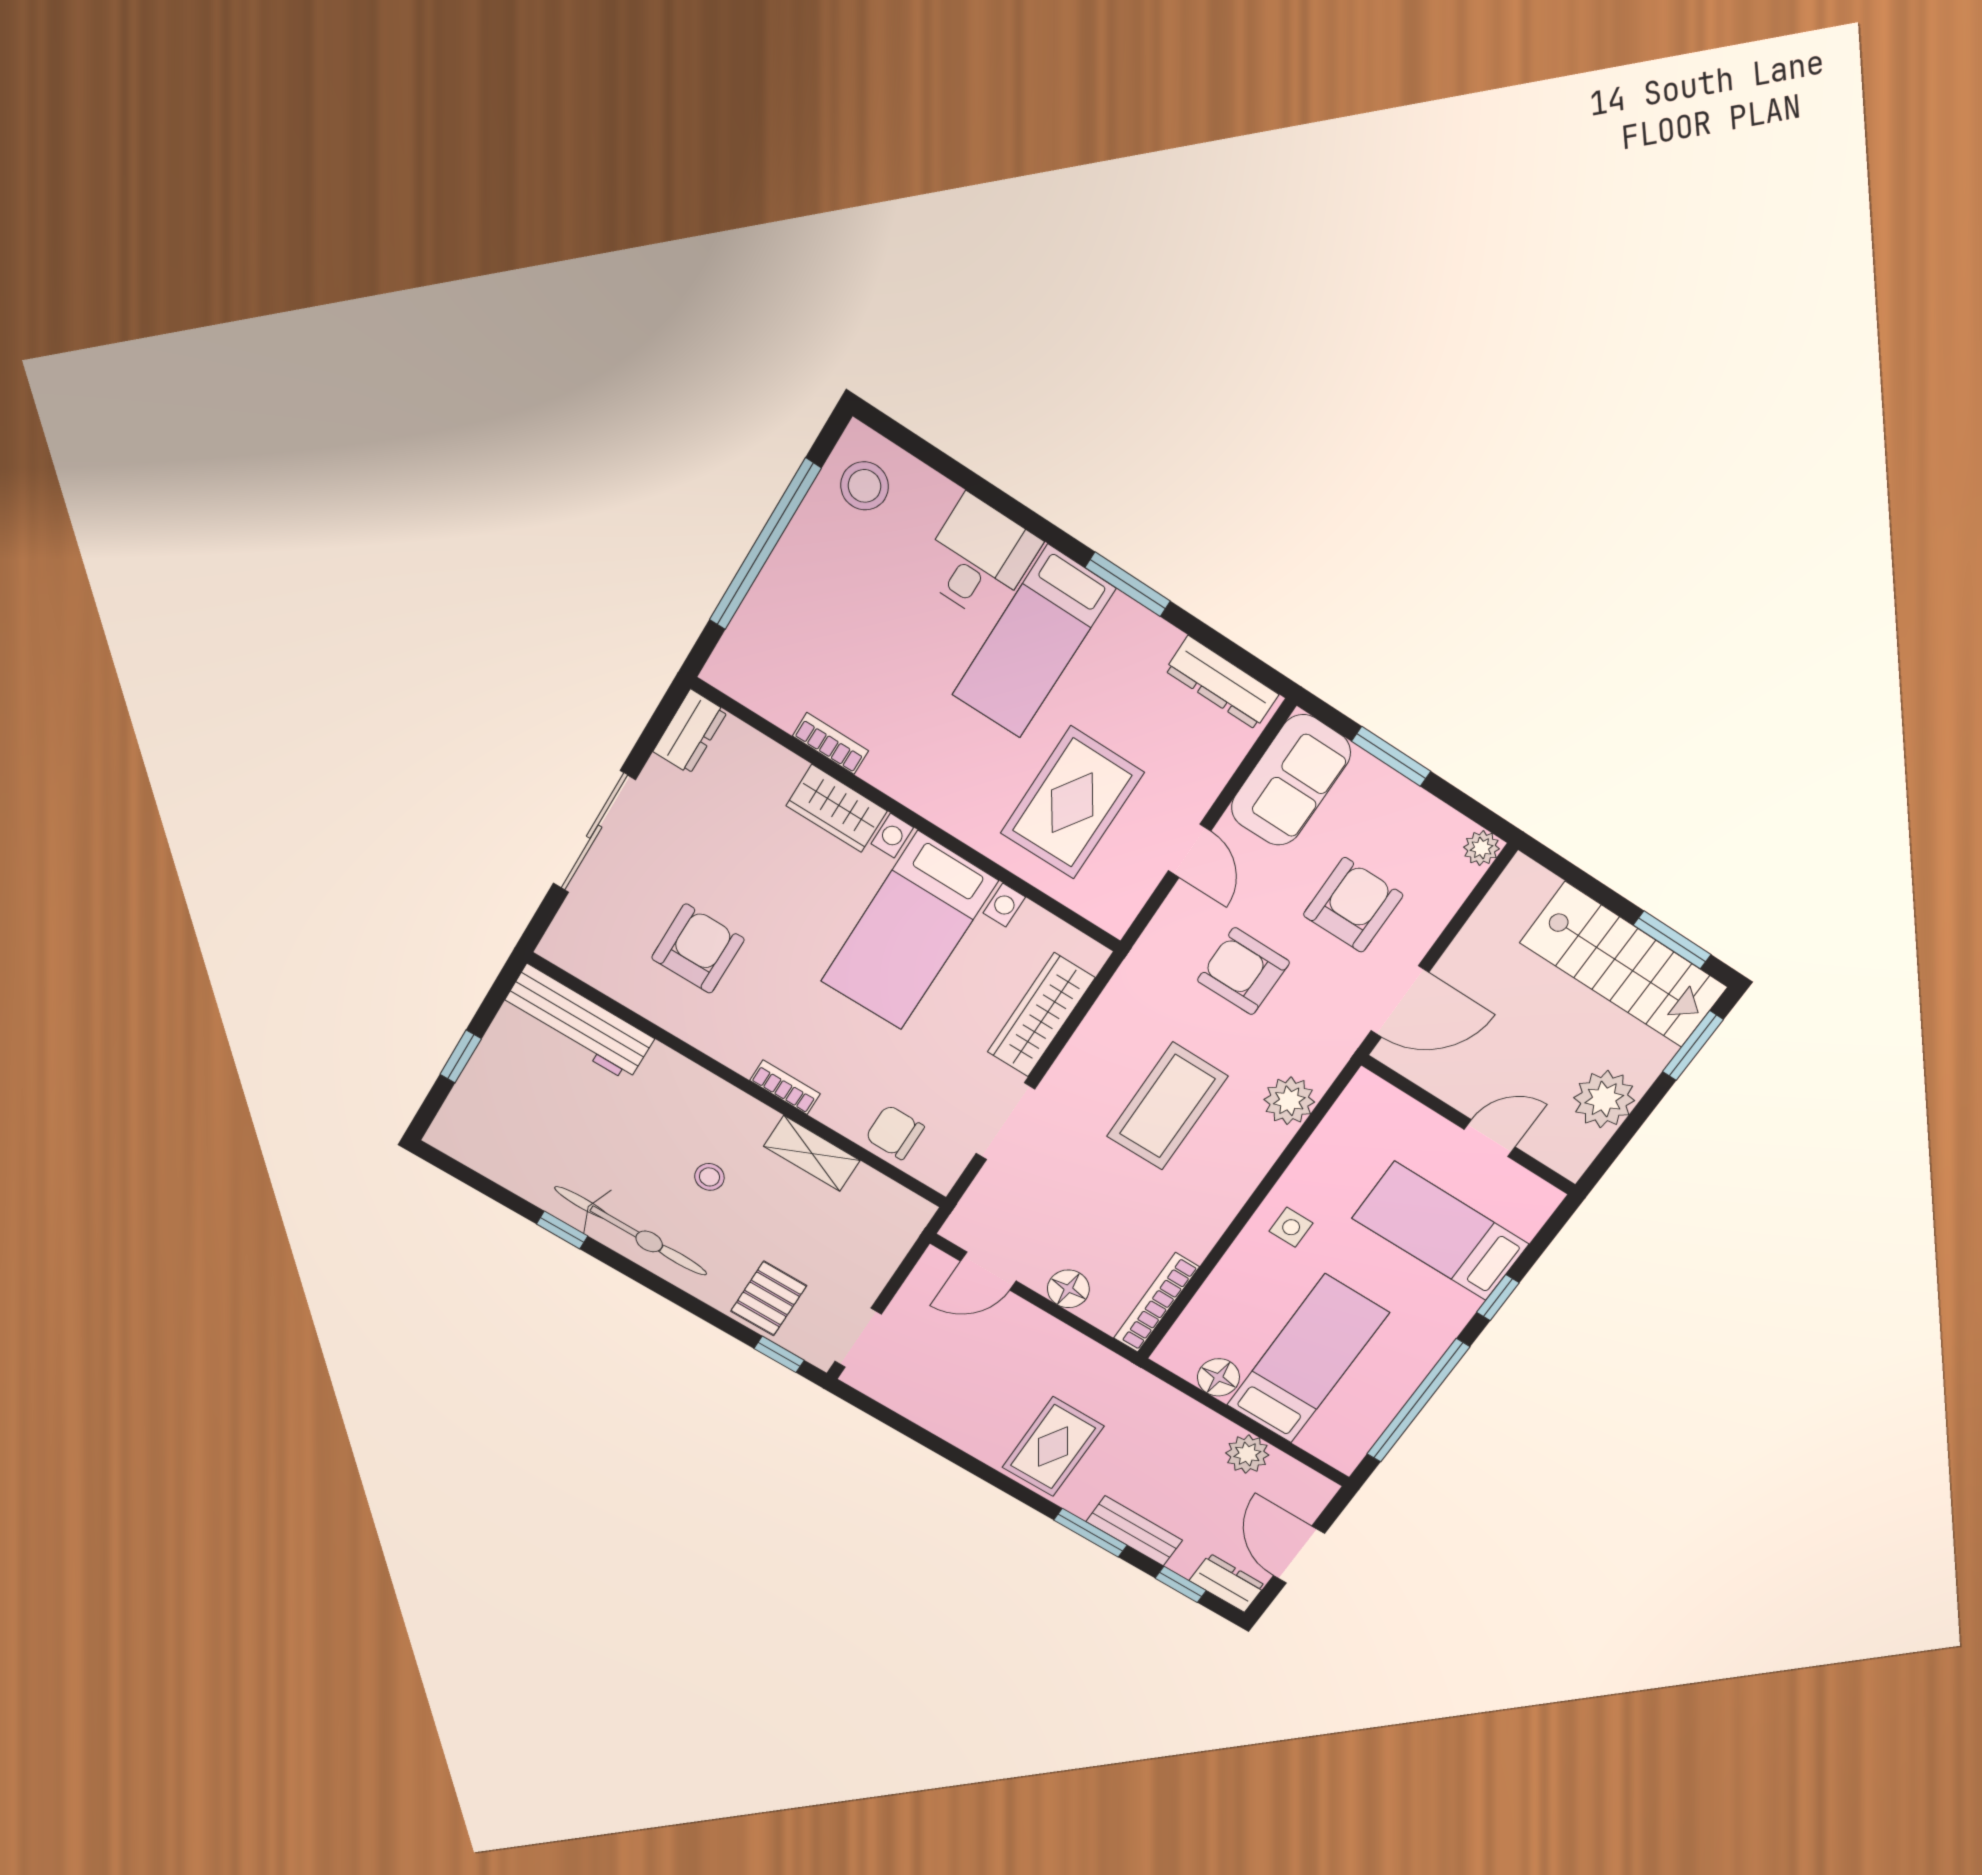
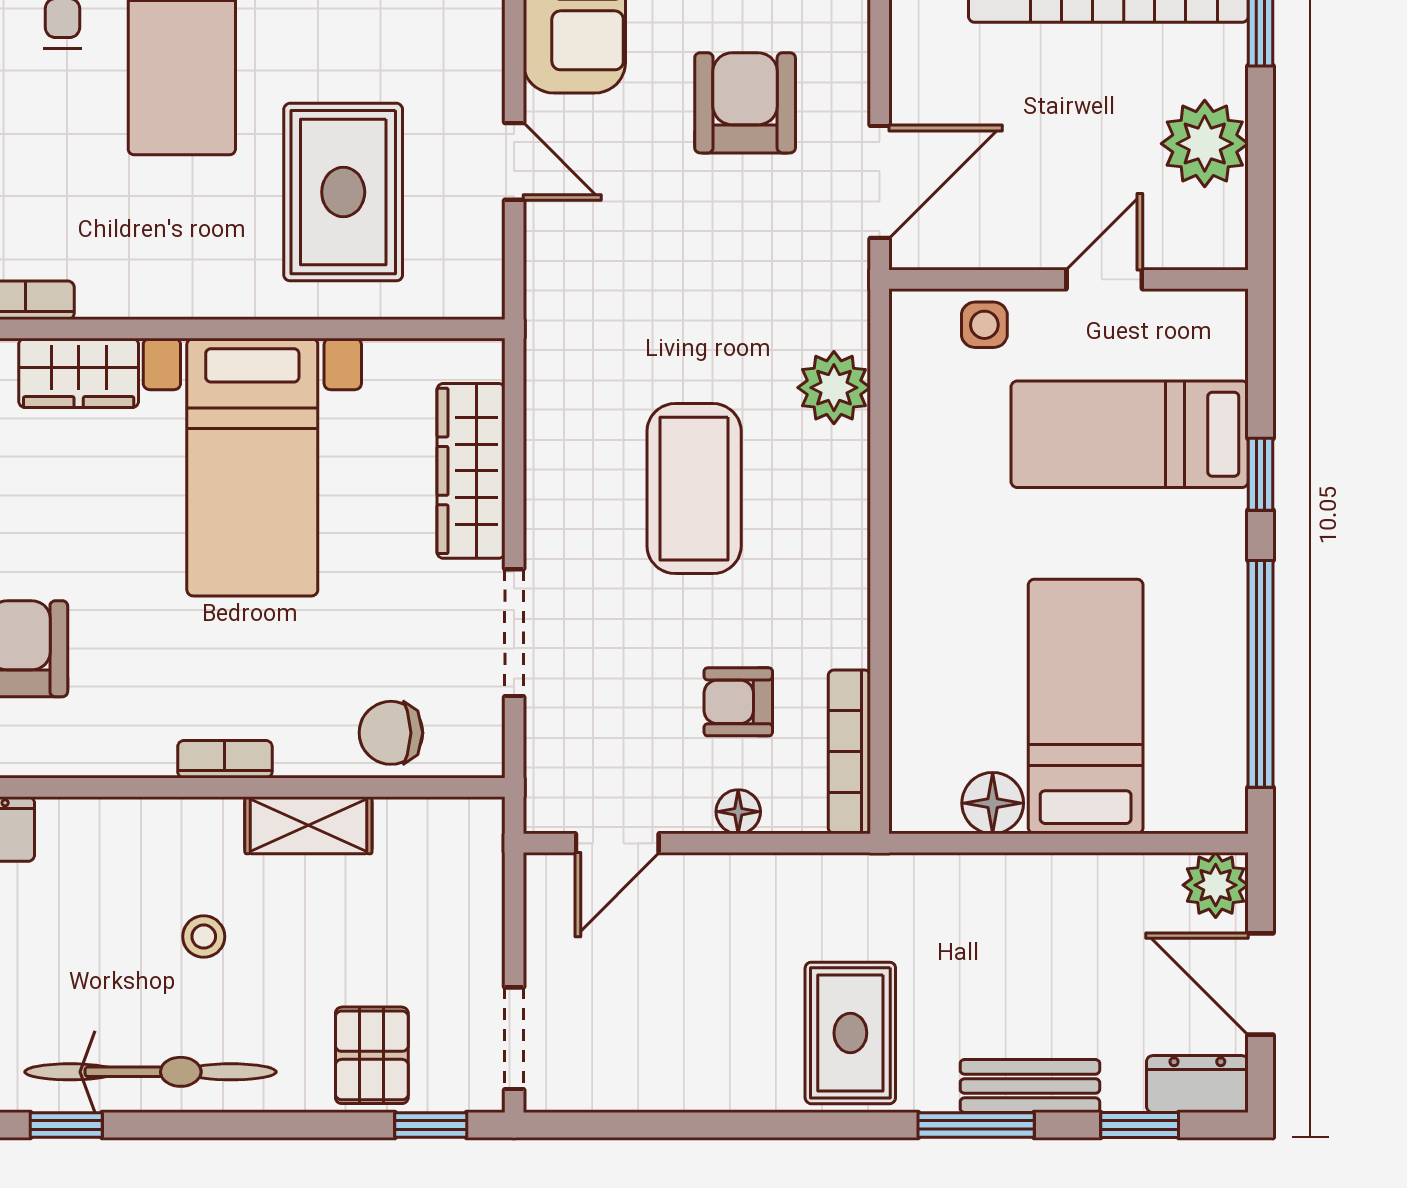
armchair: (1243, 971) -> (738, 702), moved, width x0.72, depth x0.72
side table: (1291, 1227) -> (984, 325), moved
floor lamp: (1068, 1289) -> (738, 812), width x0.73, depth x0.73
plant: (1247, 1454) -> (1216, 885), moved

